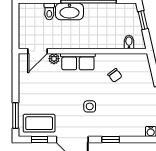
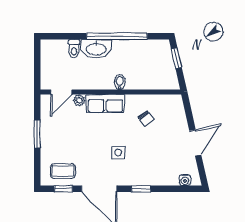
bidet: (129, 42) -> (120, 82), moved
window: (16, 116) -> (37, 134), moved
coffee table: (39, 123) -> (63, 171), width x0.73, depth x0.77

